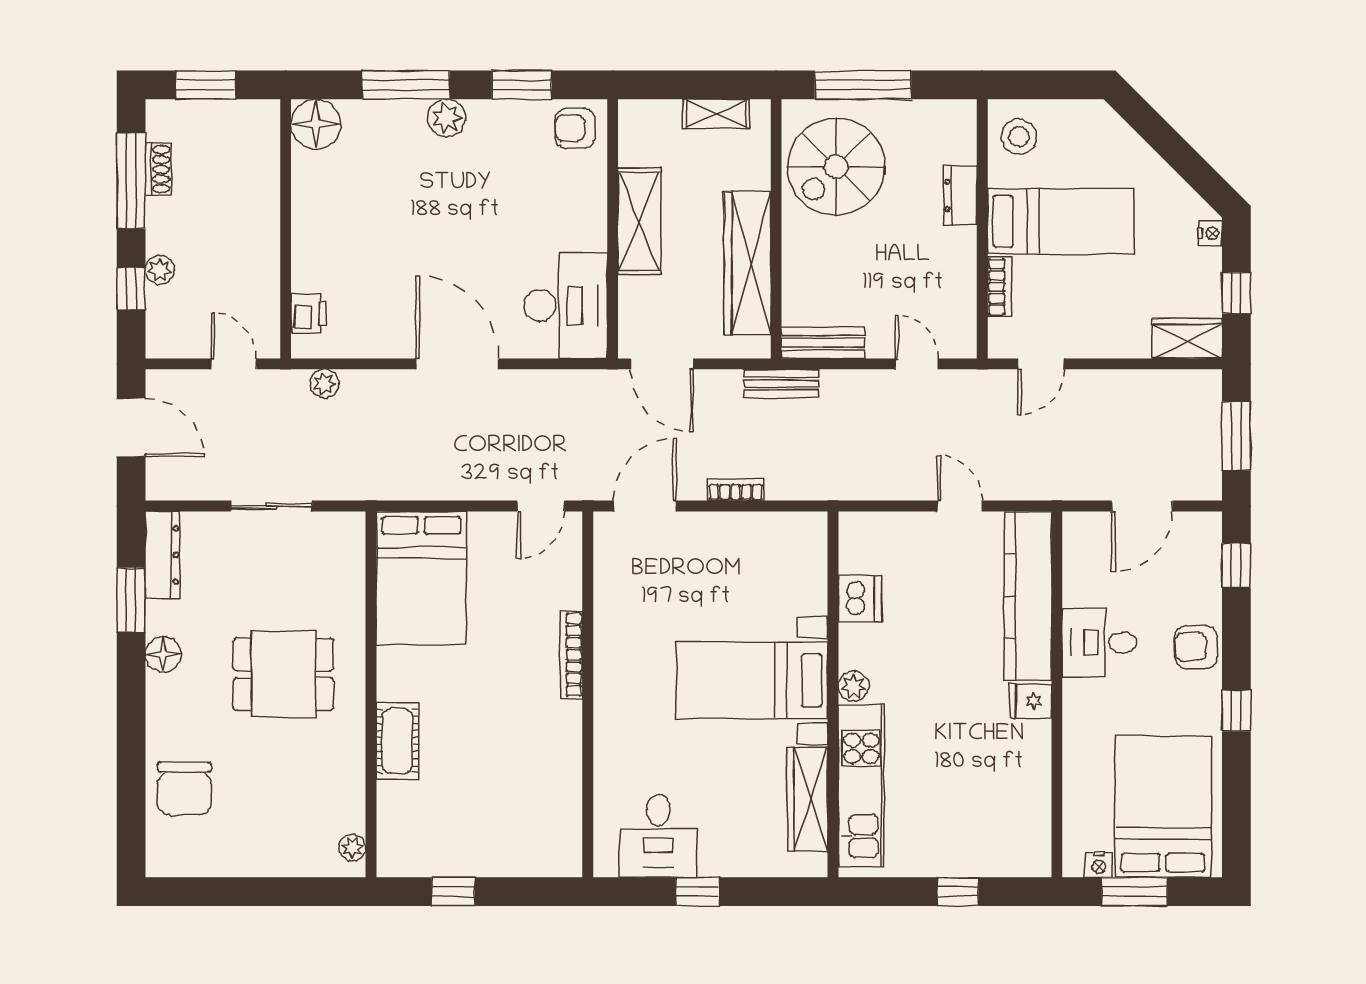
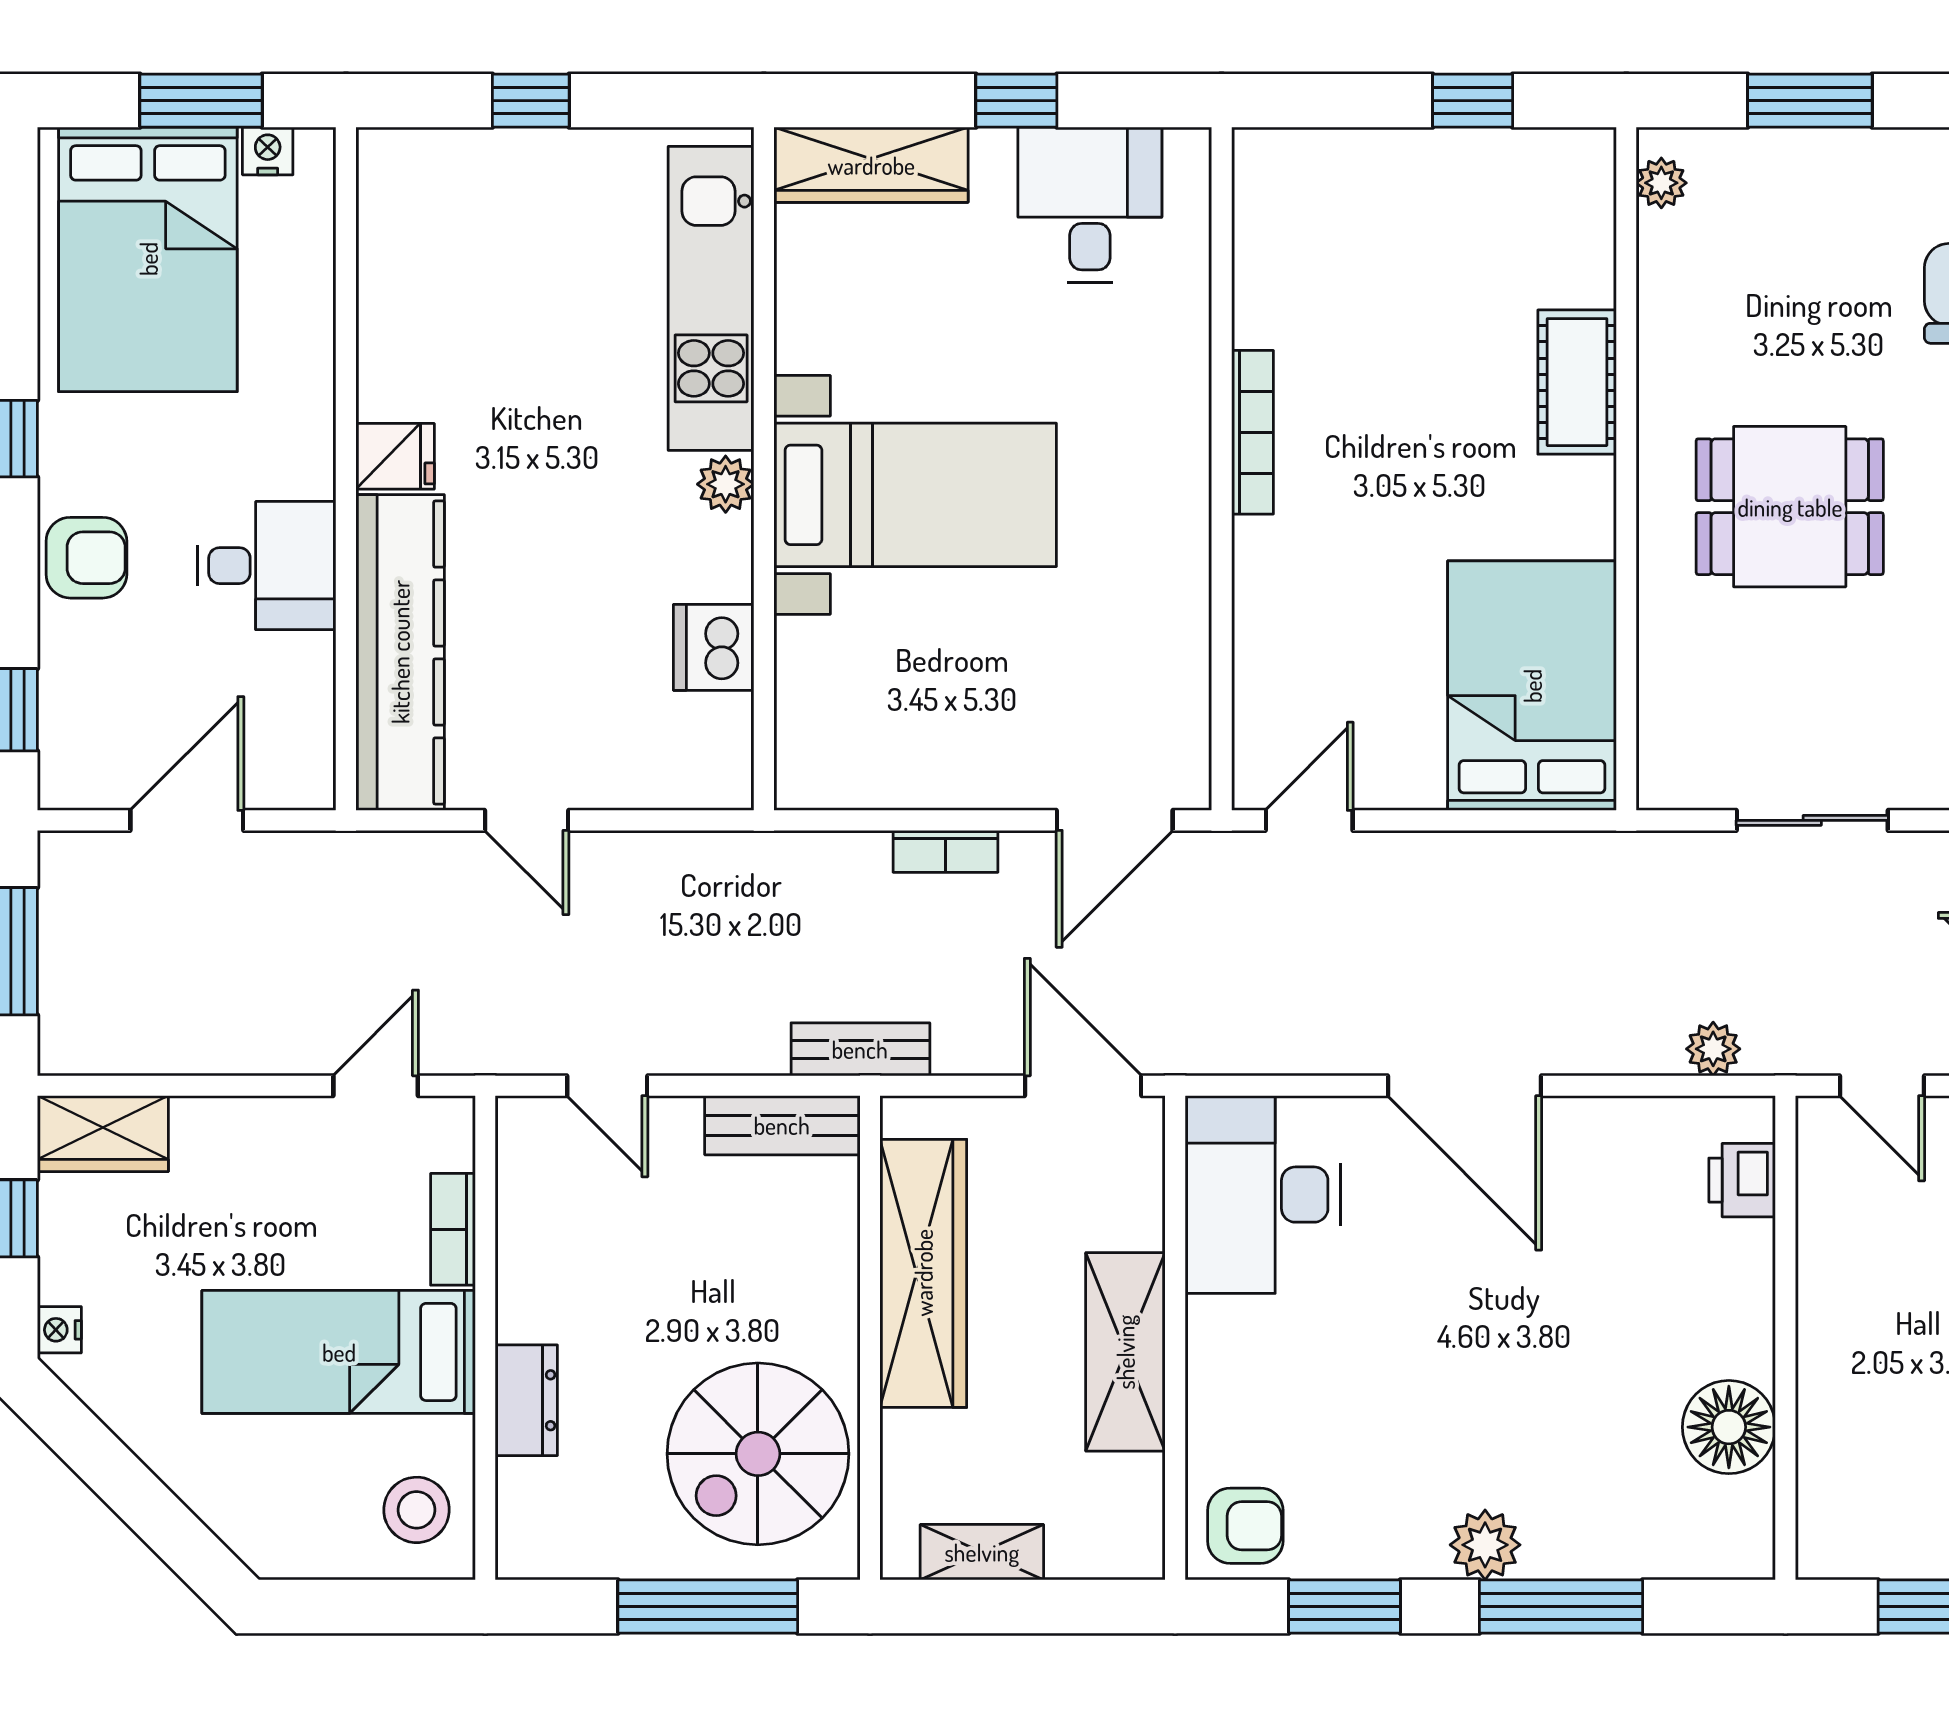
floor lamp: (316, 124) -> (1729, 1427), moved
spiral stairs: (836, 167) -> (758, 1454), turned 180
bookcase: (571, 655) -> (1252, 432), moved
wardrobe: (808, 799) -> (871, 165), moved, turned 90
window: (273, 892) -> (1810, 101), added

